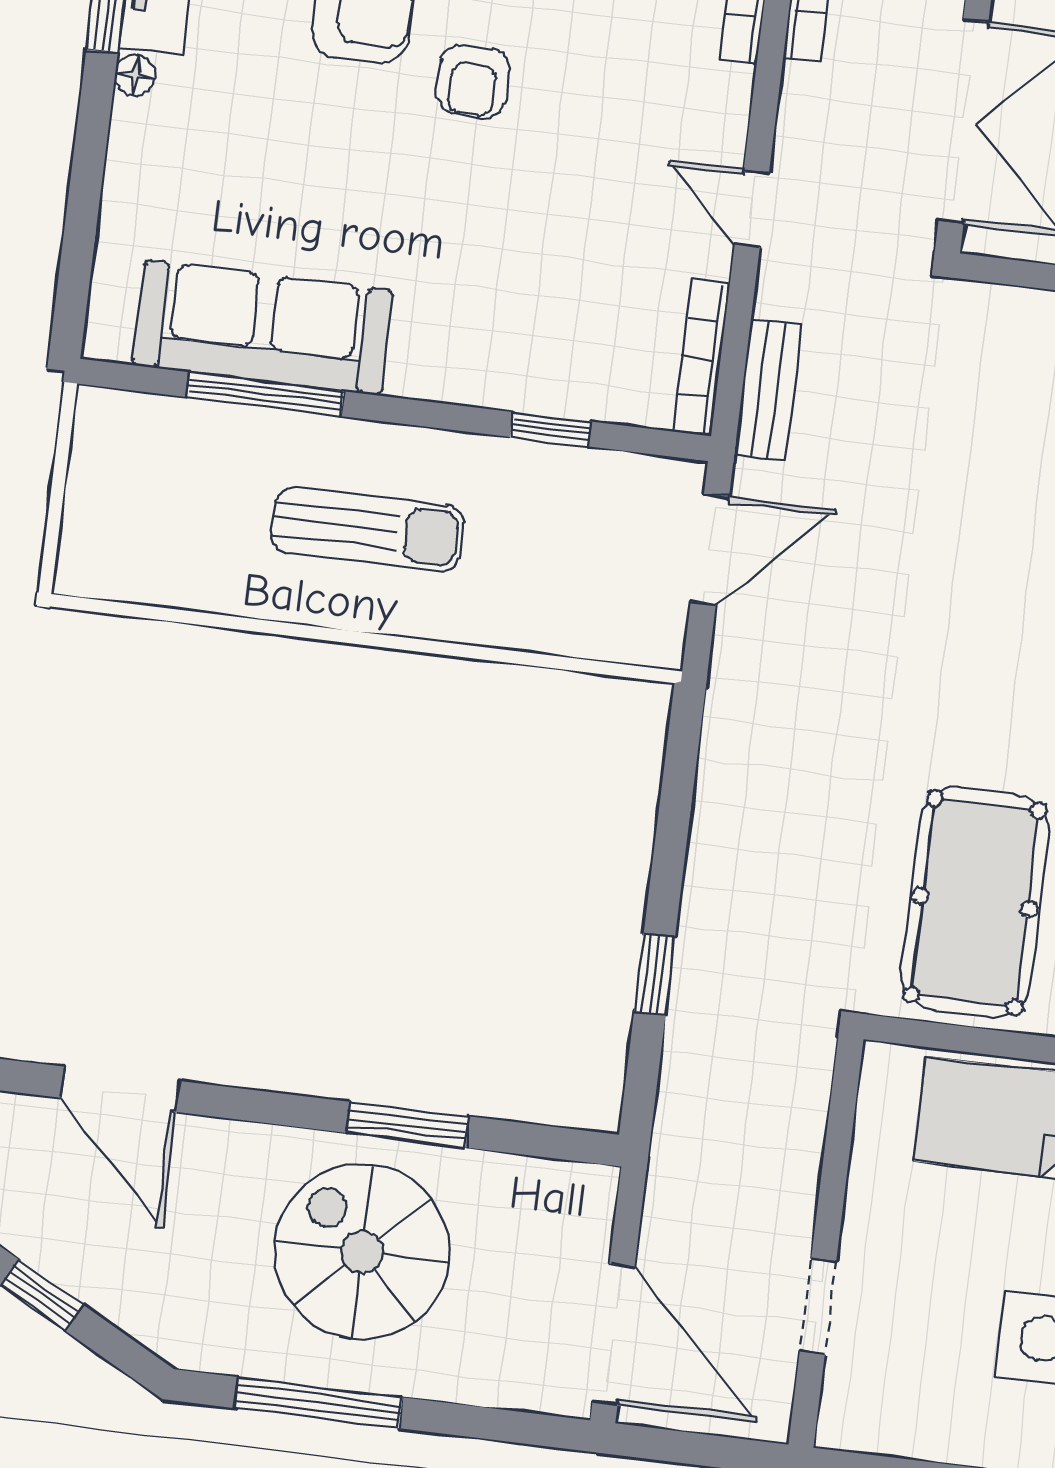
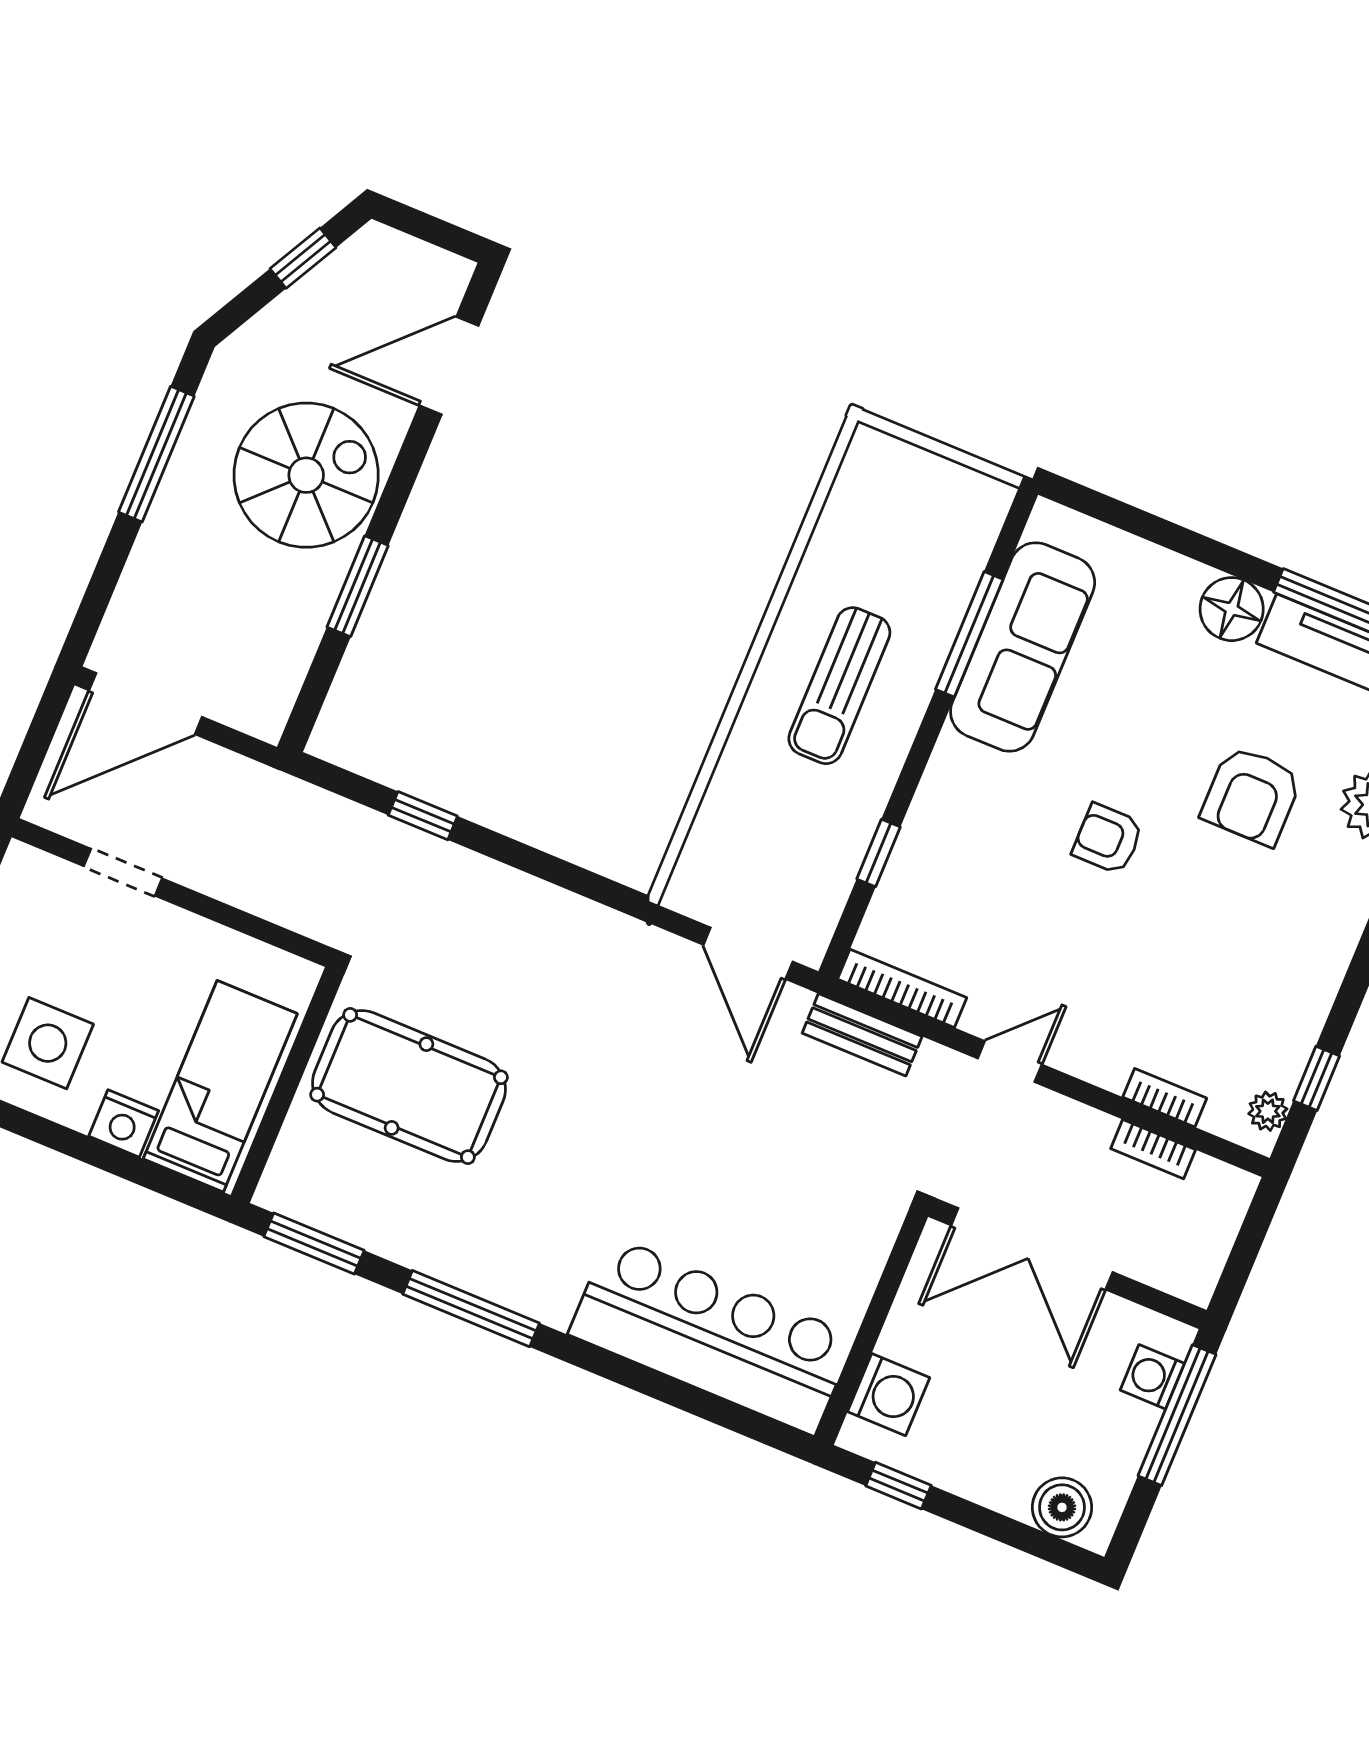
floor lamp: (135, 76) -> (1232, 609), width x1.89, depth x1.89
armchair: (473, 81) -> (1108, 839), moved
spiral stairs: (362, 1252) -> (306, 475), moved

